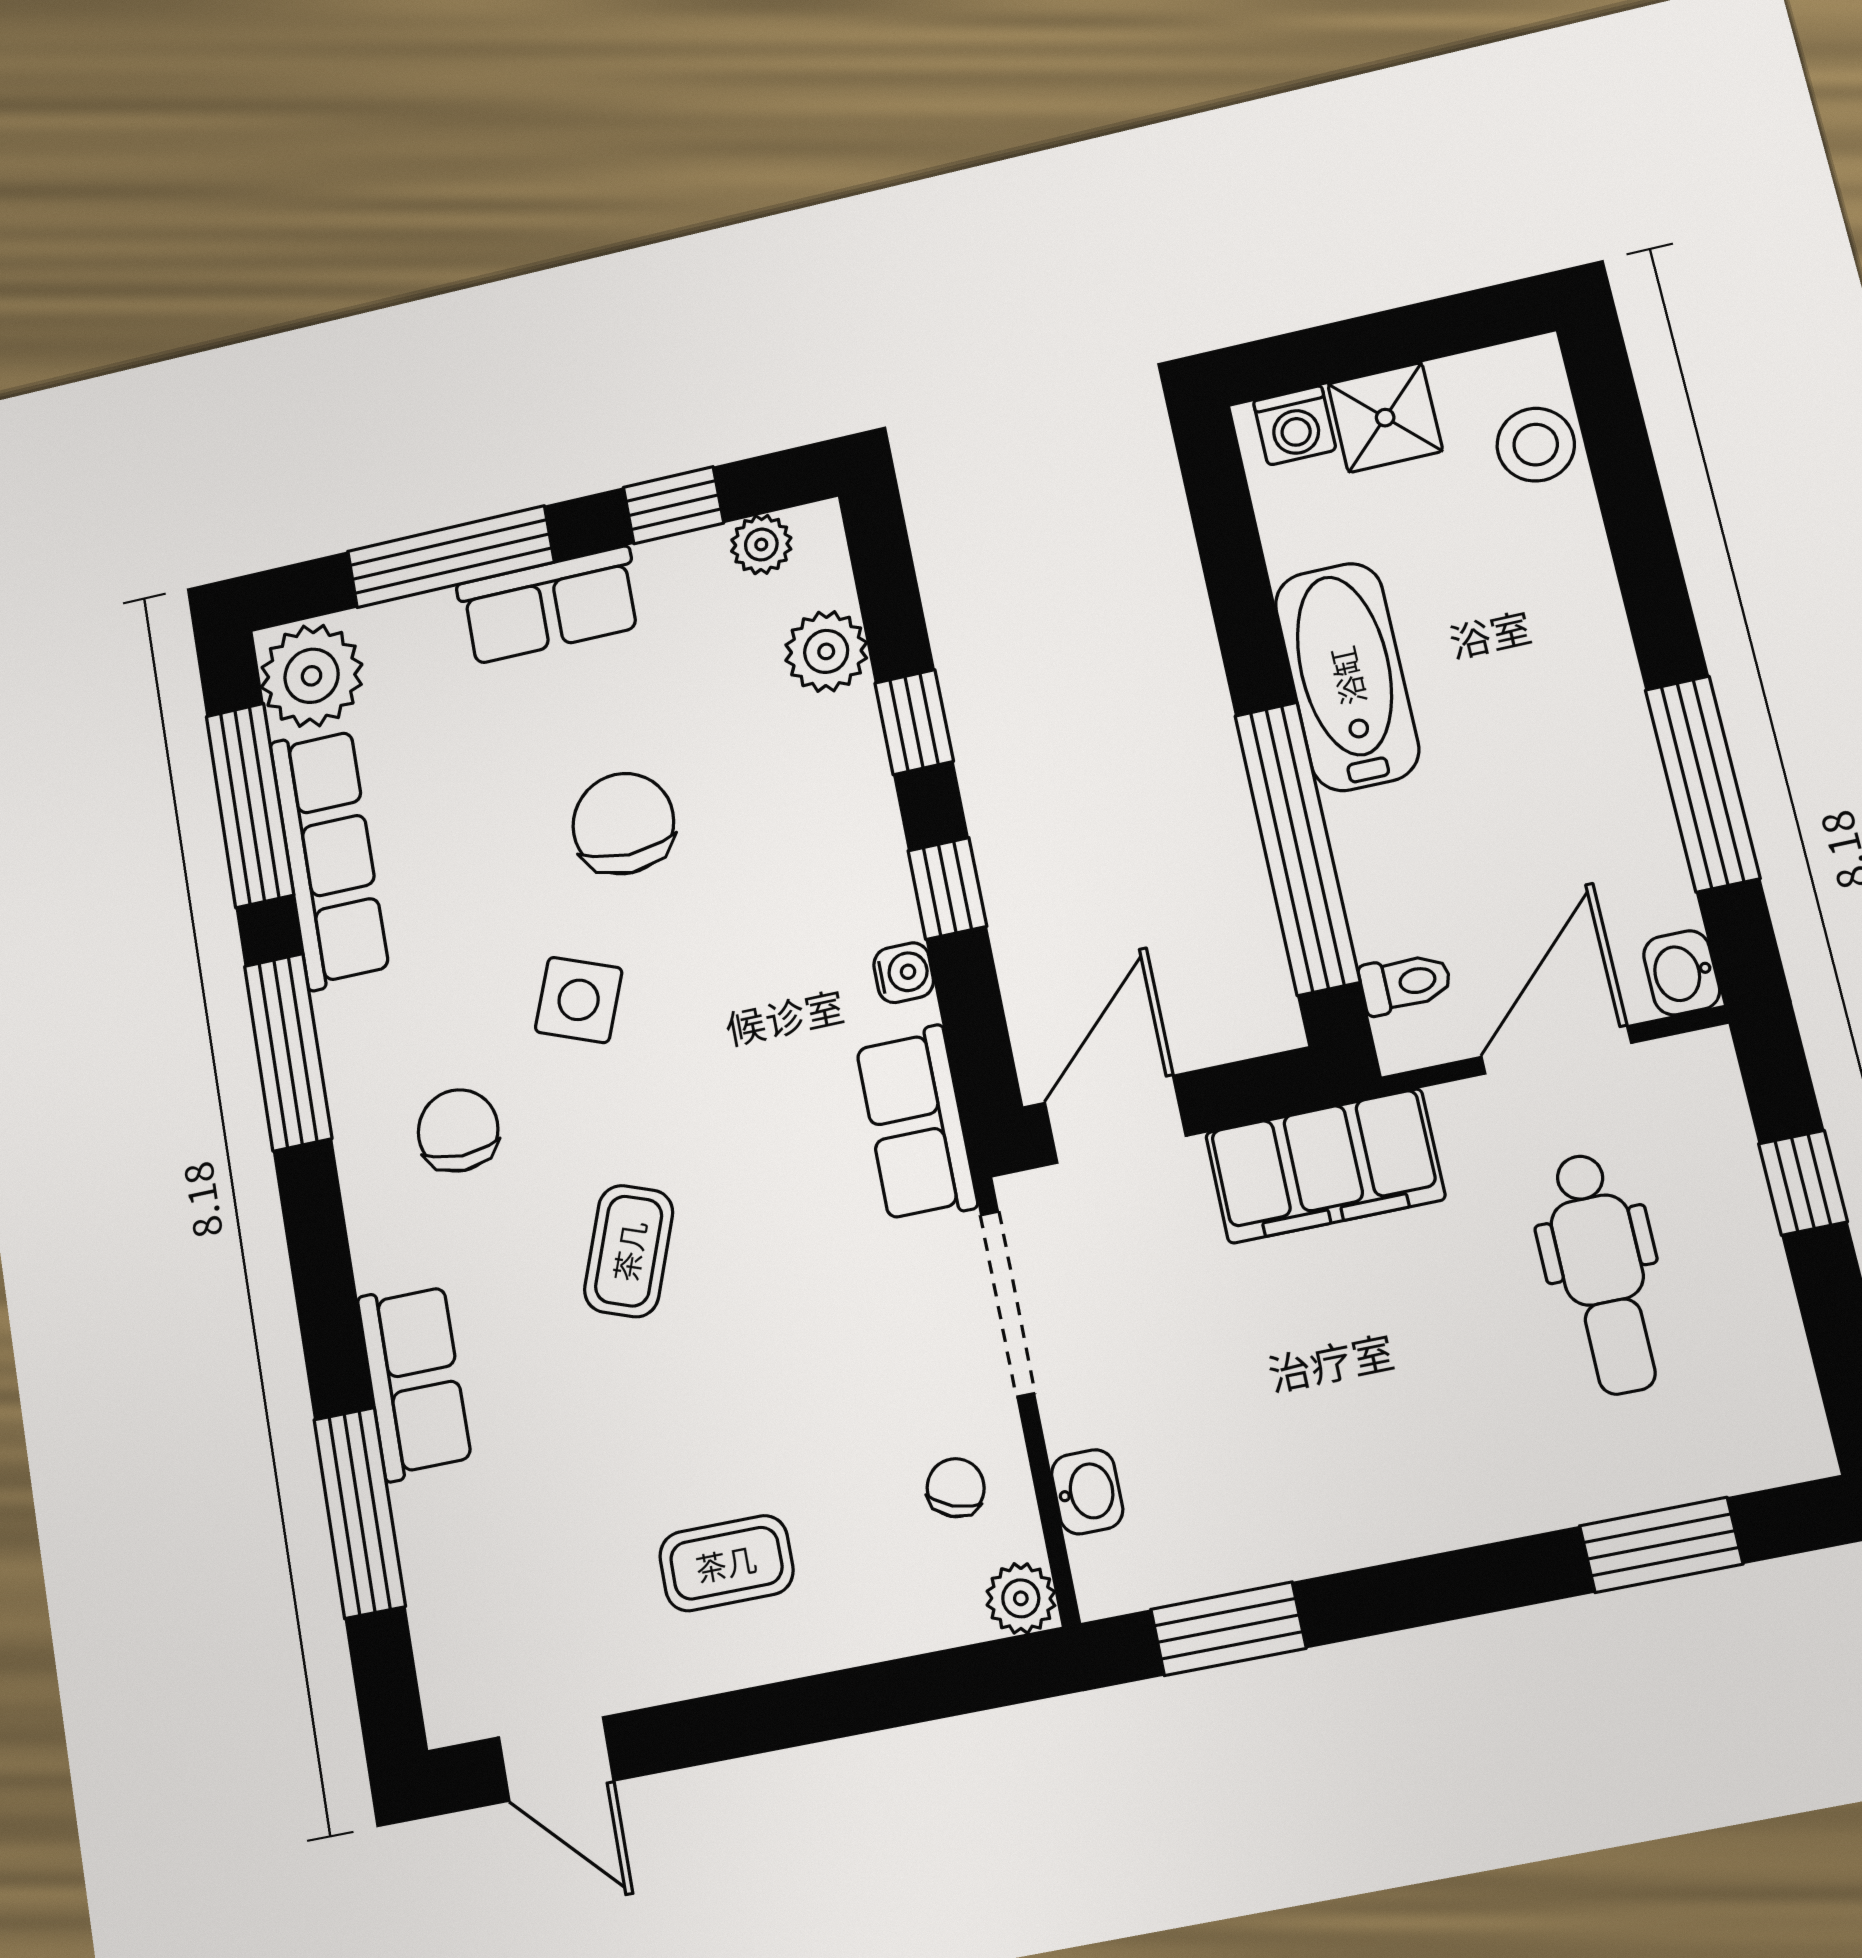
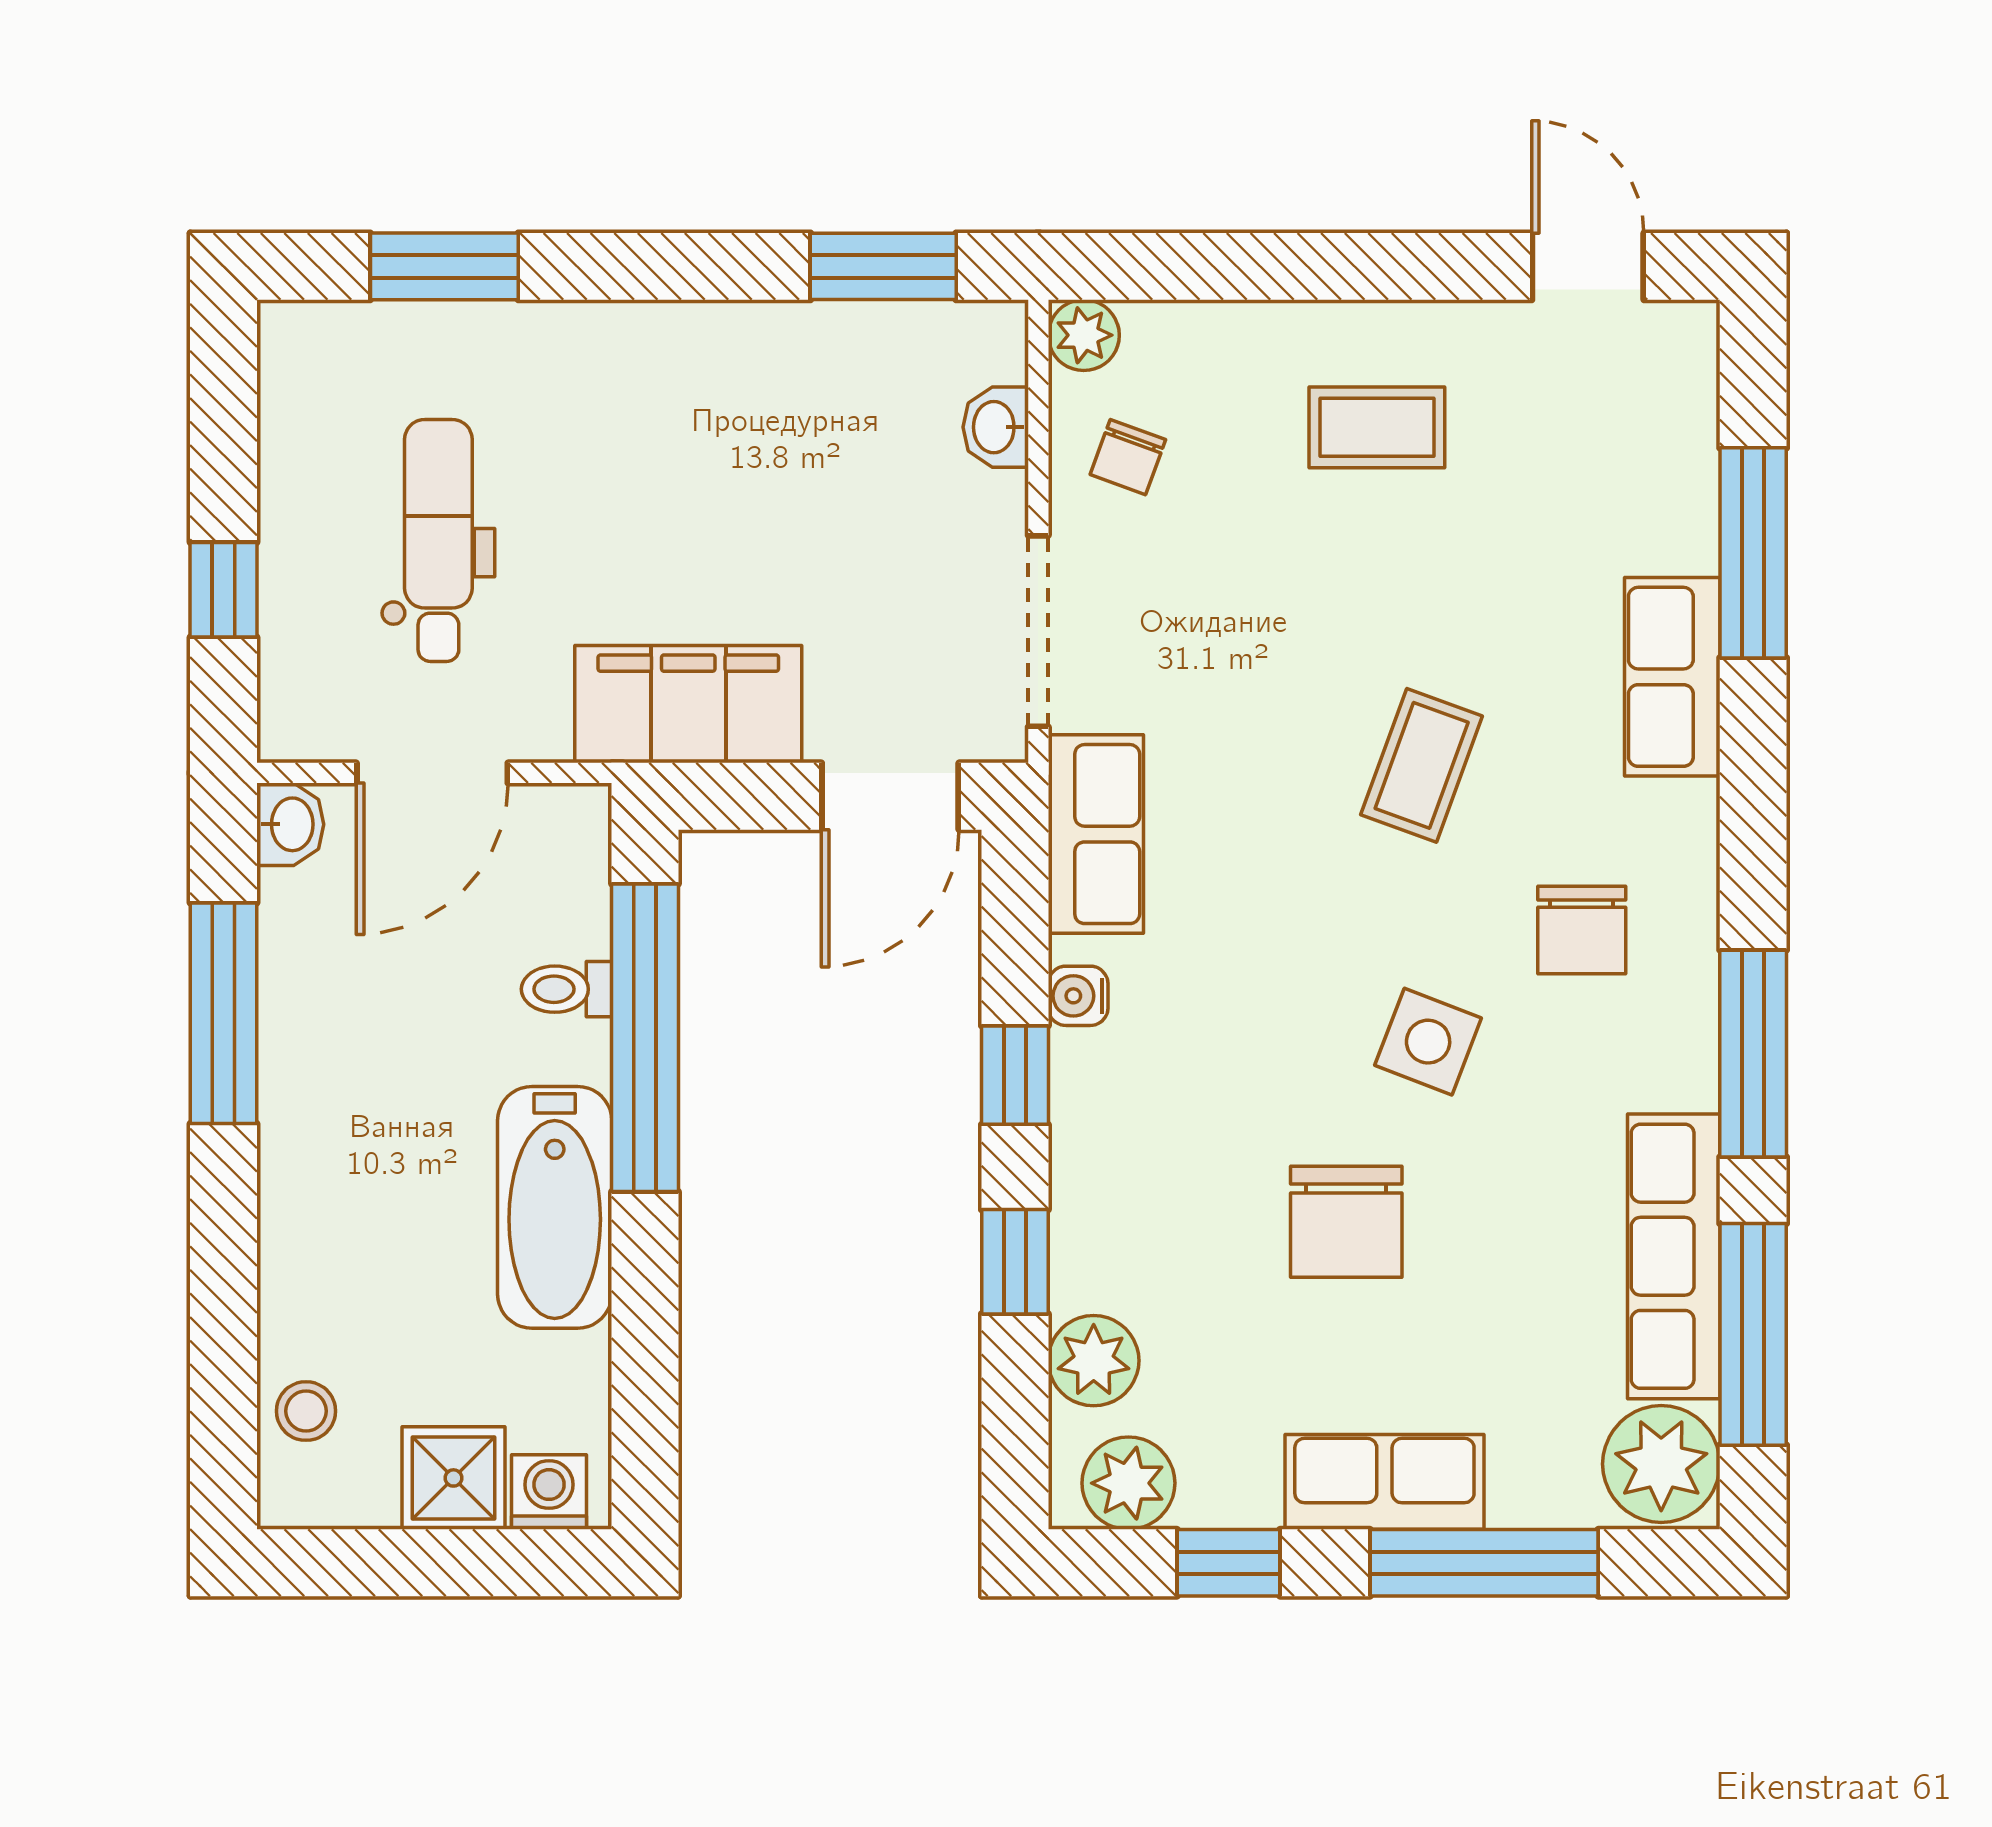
stool: (1536, 445) -> (306, 1411), width x0.73, depth x0.73
plant: (761, 545) -> (1128, 1483), width x1.38, depth x1.38
toilet: (1405, 983) -> (567, 989), moved

